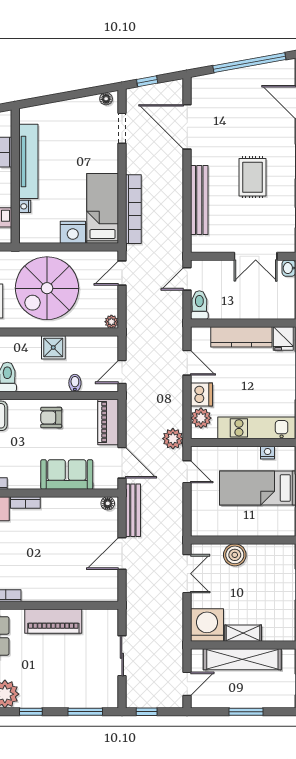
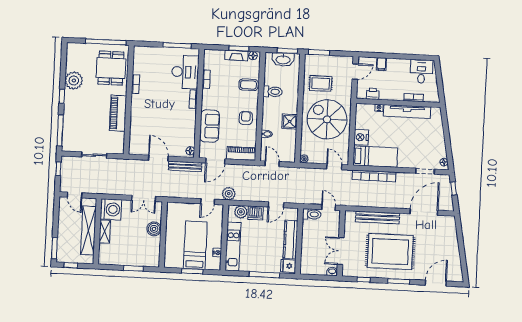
window: (249, 63) -> (462, 253), removed
rug: (252, 177) -> (390, 252), width x1.86, depth x2.06
window: (85, 712) -> (60, 130), width x1.44
window: (246, 712) -> (54, 248), moved

